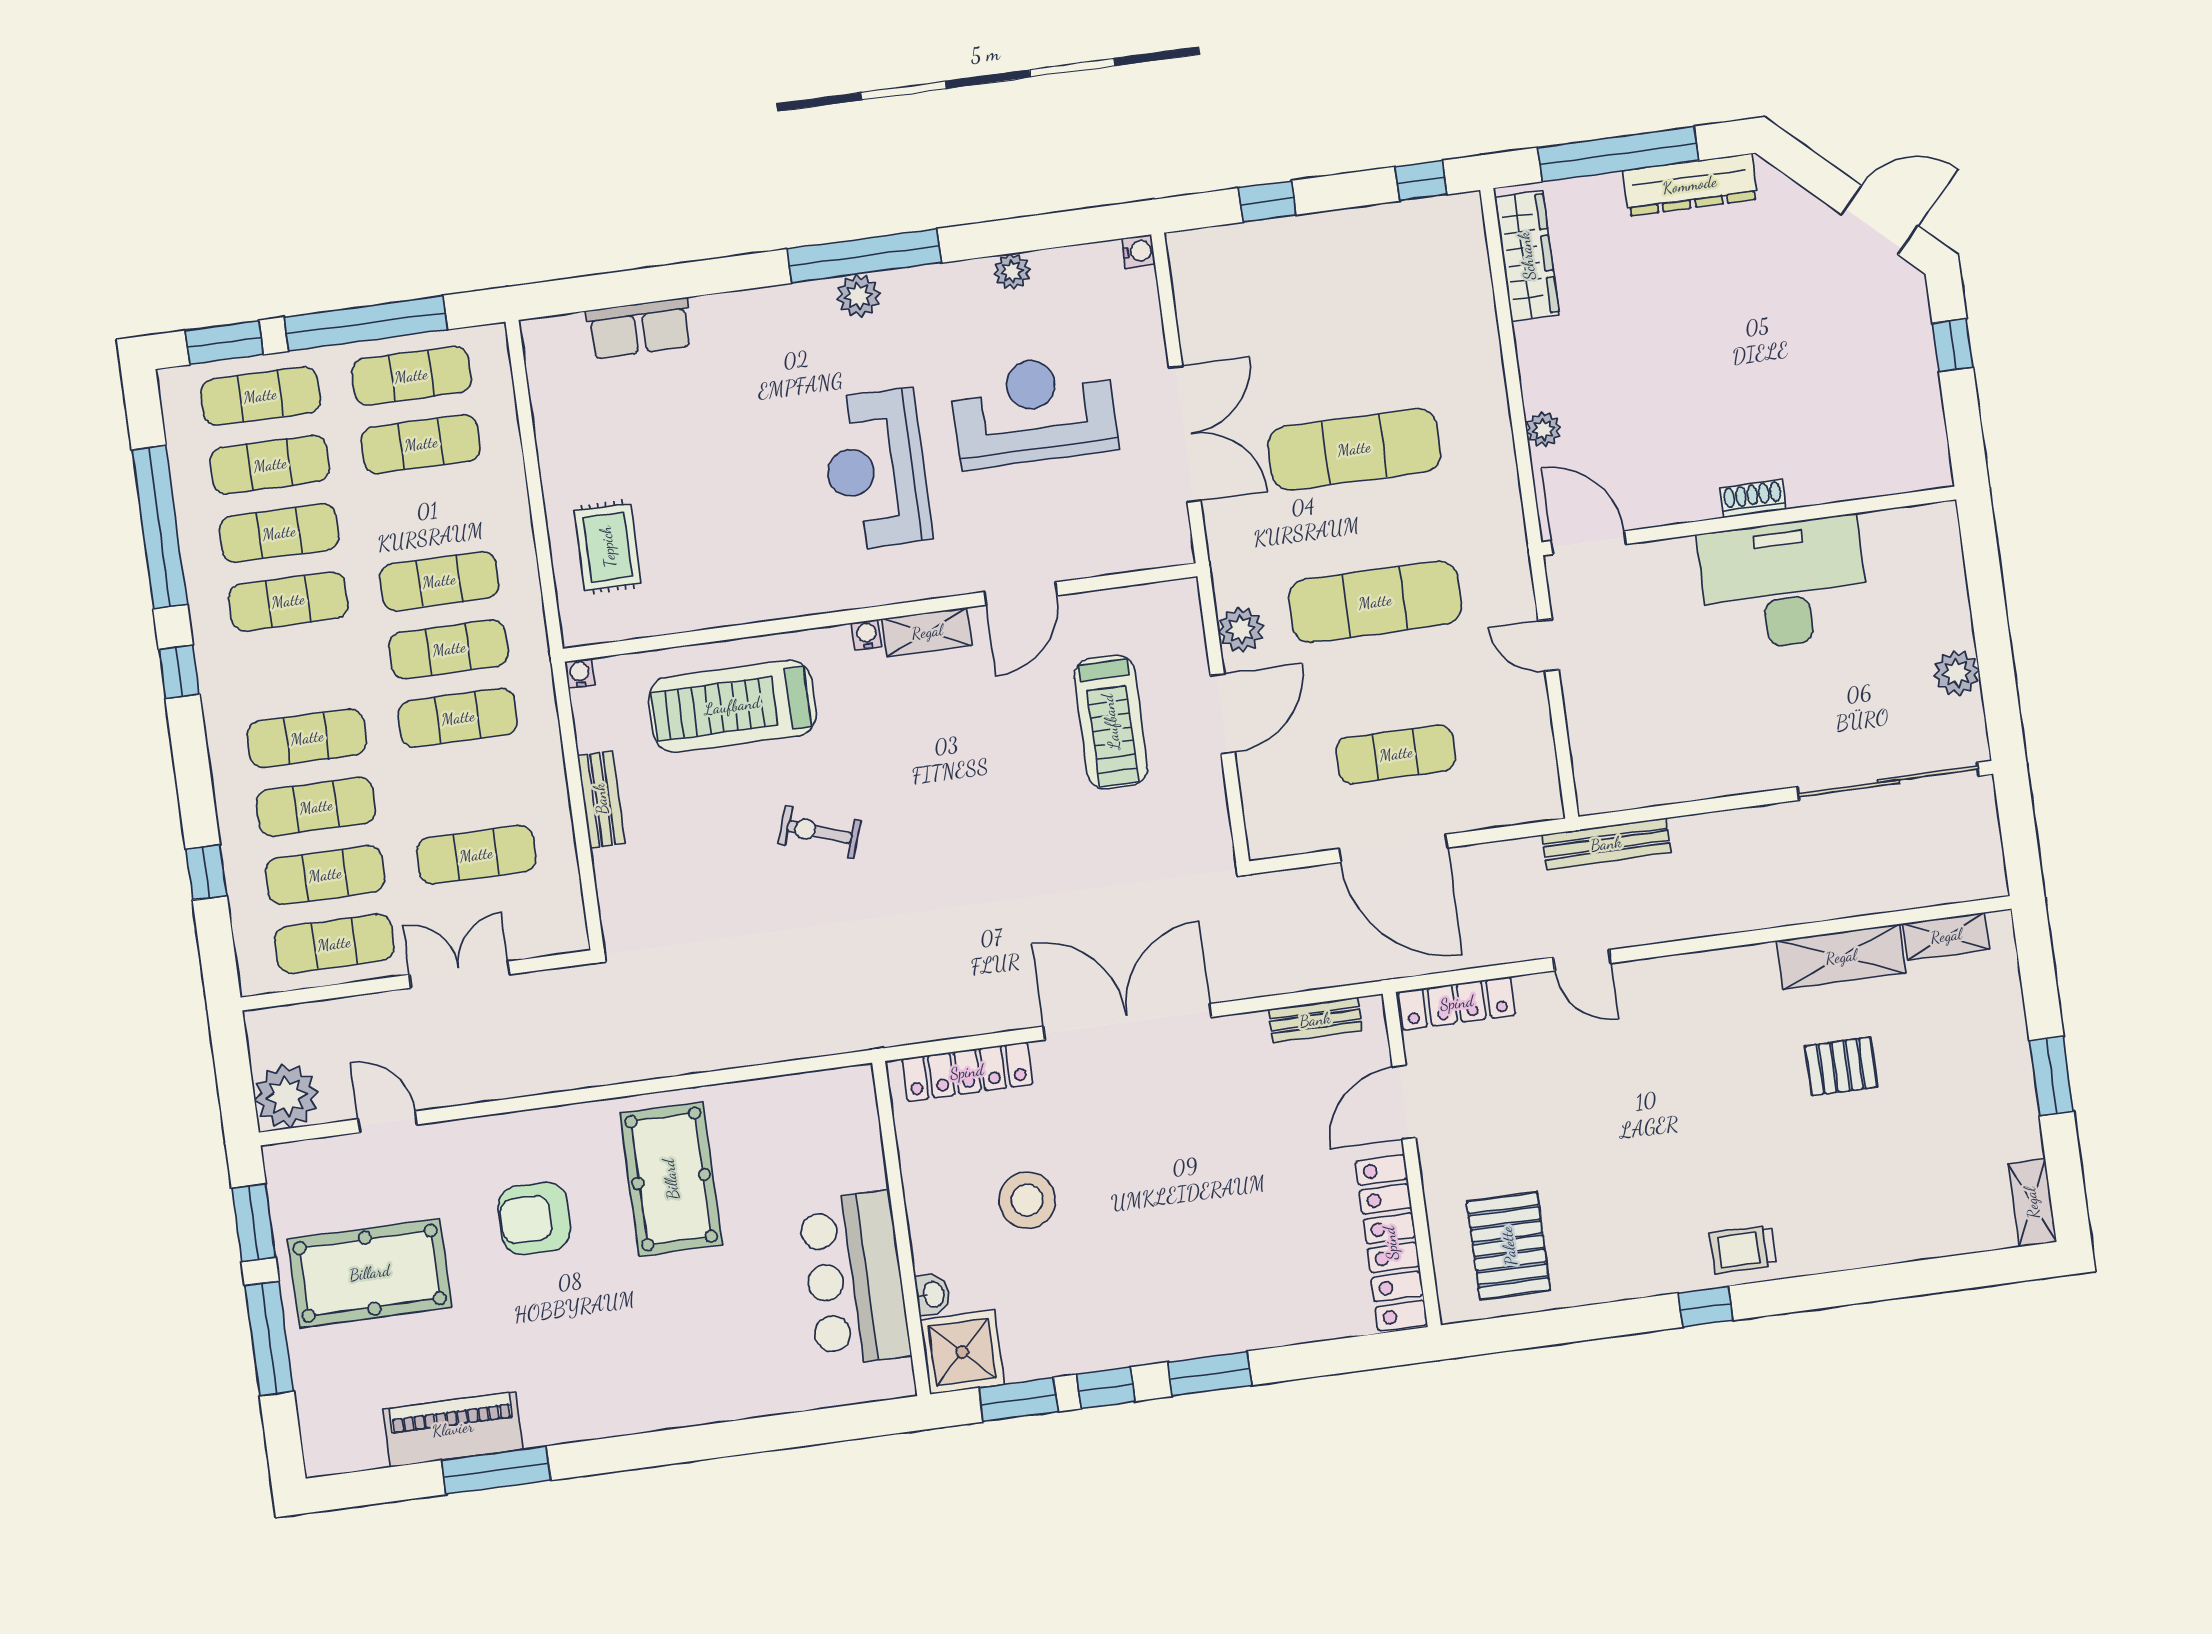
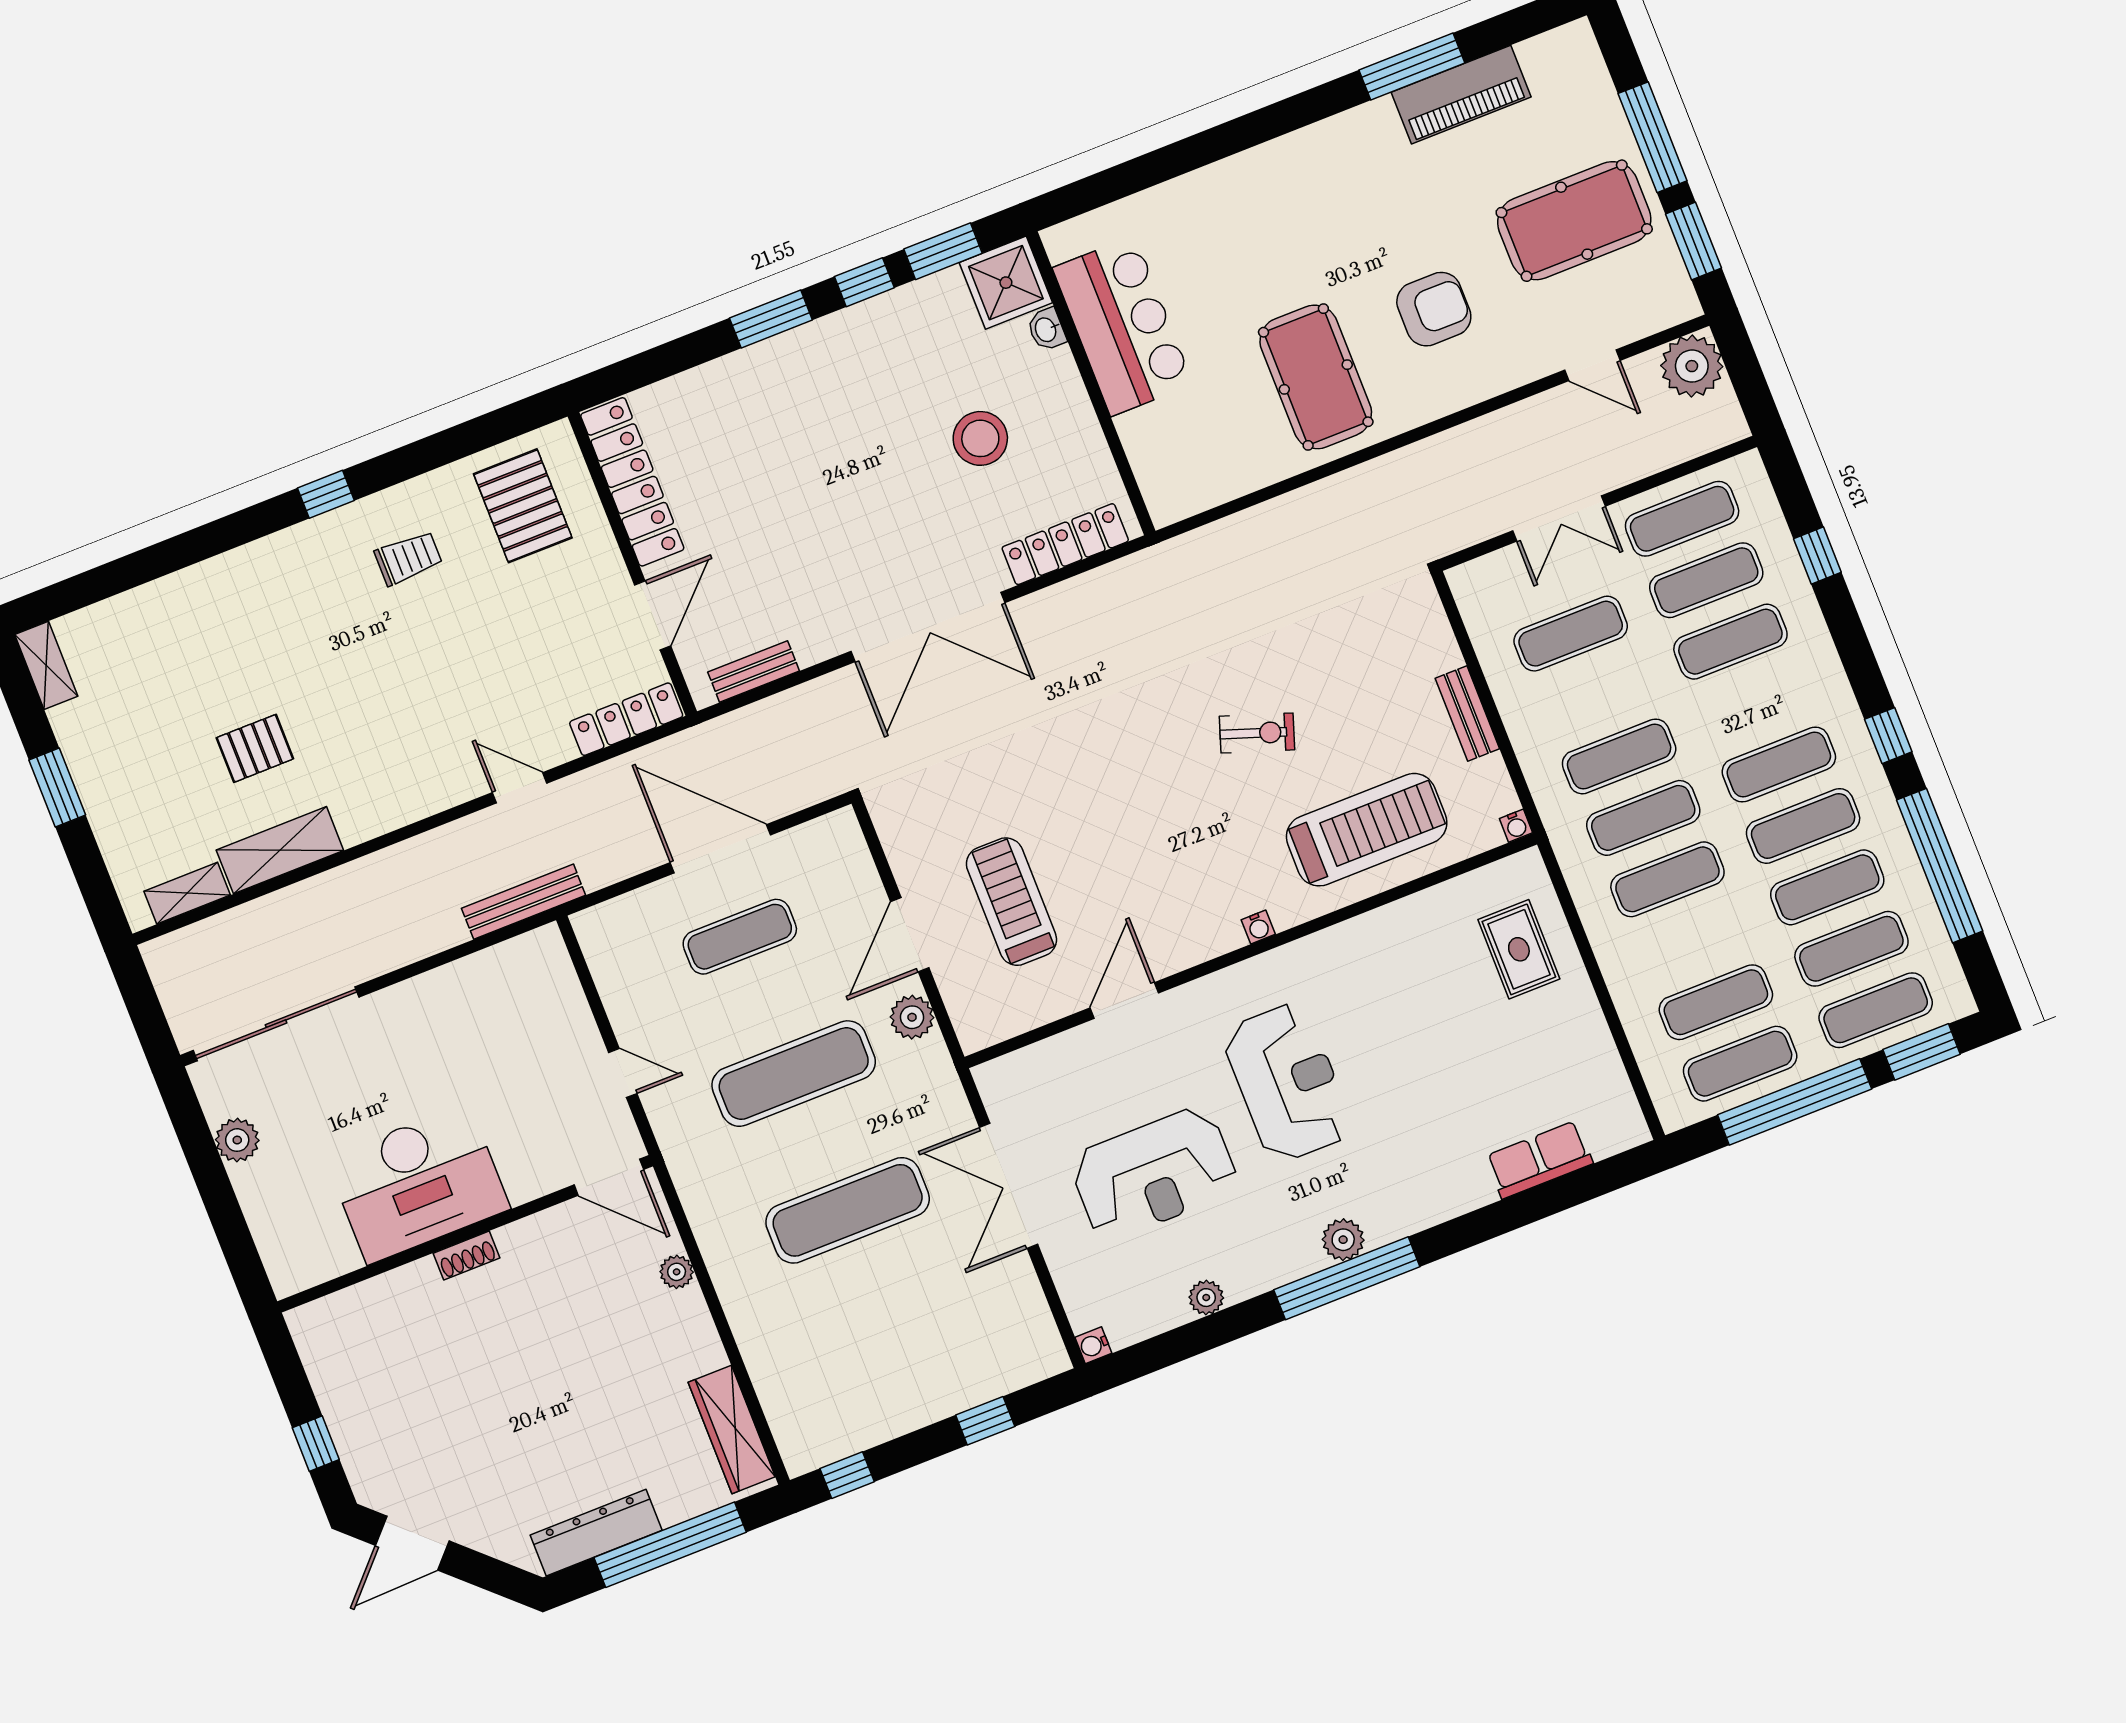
shelving: (927, 632) -> (1203, 943), removed
exercise mat: (307, 738) -> (1779, 764), moved
trolley: (1743, 1249) -> (408, 558), moved

